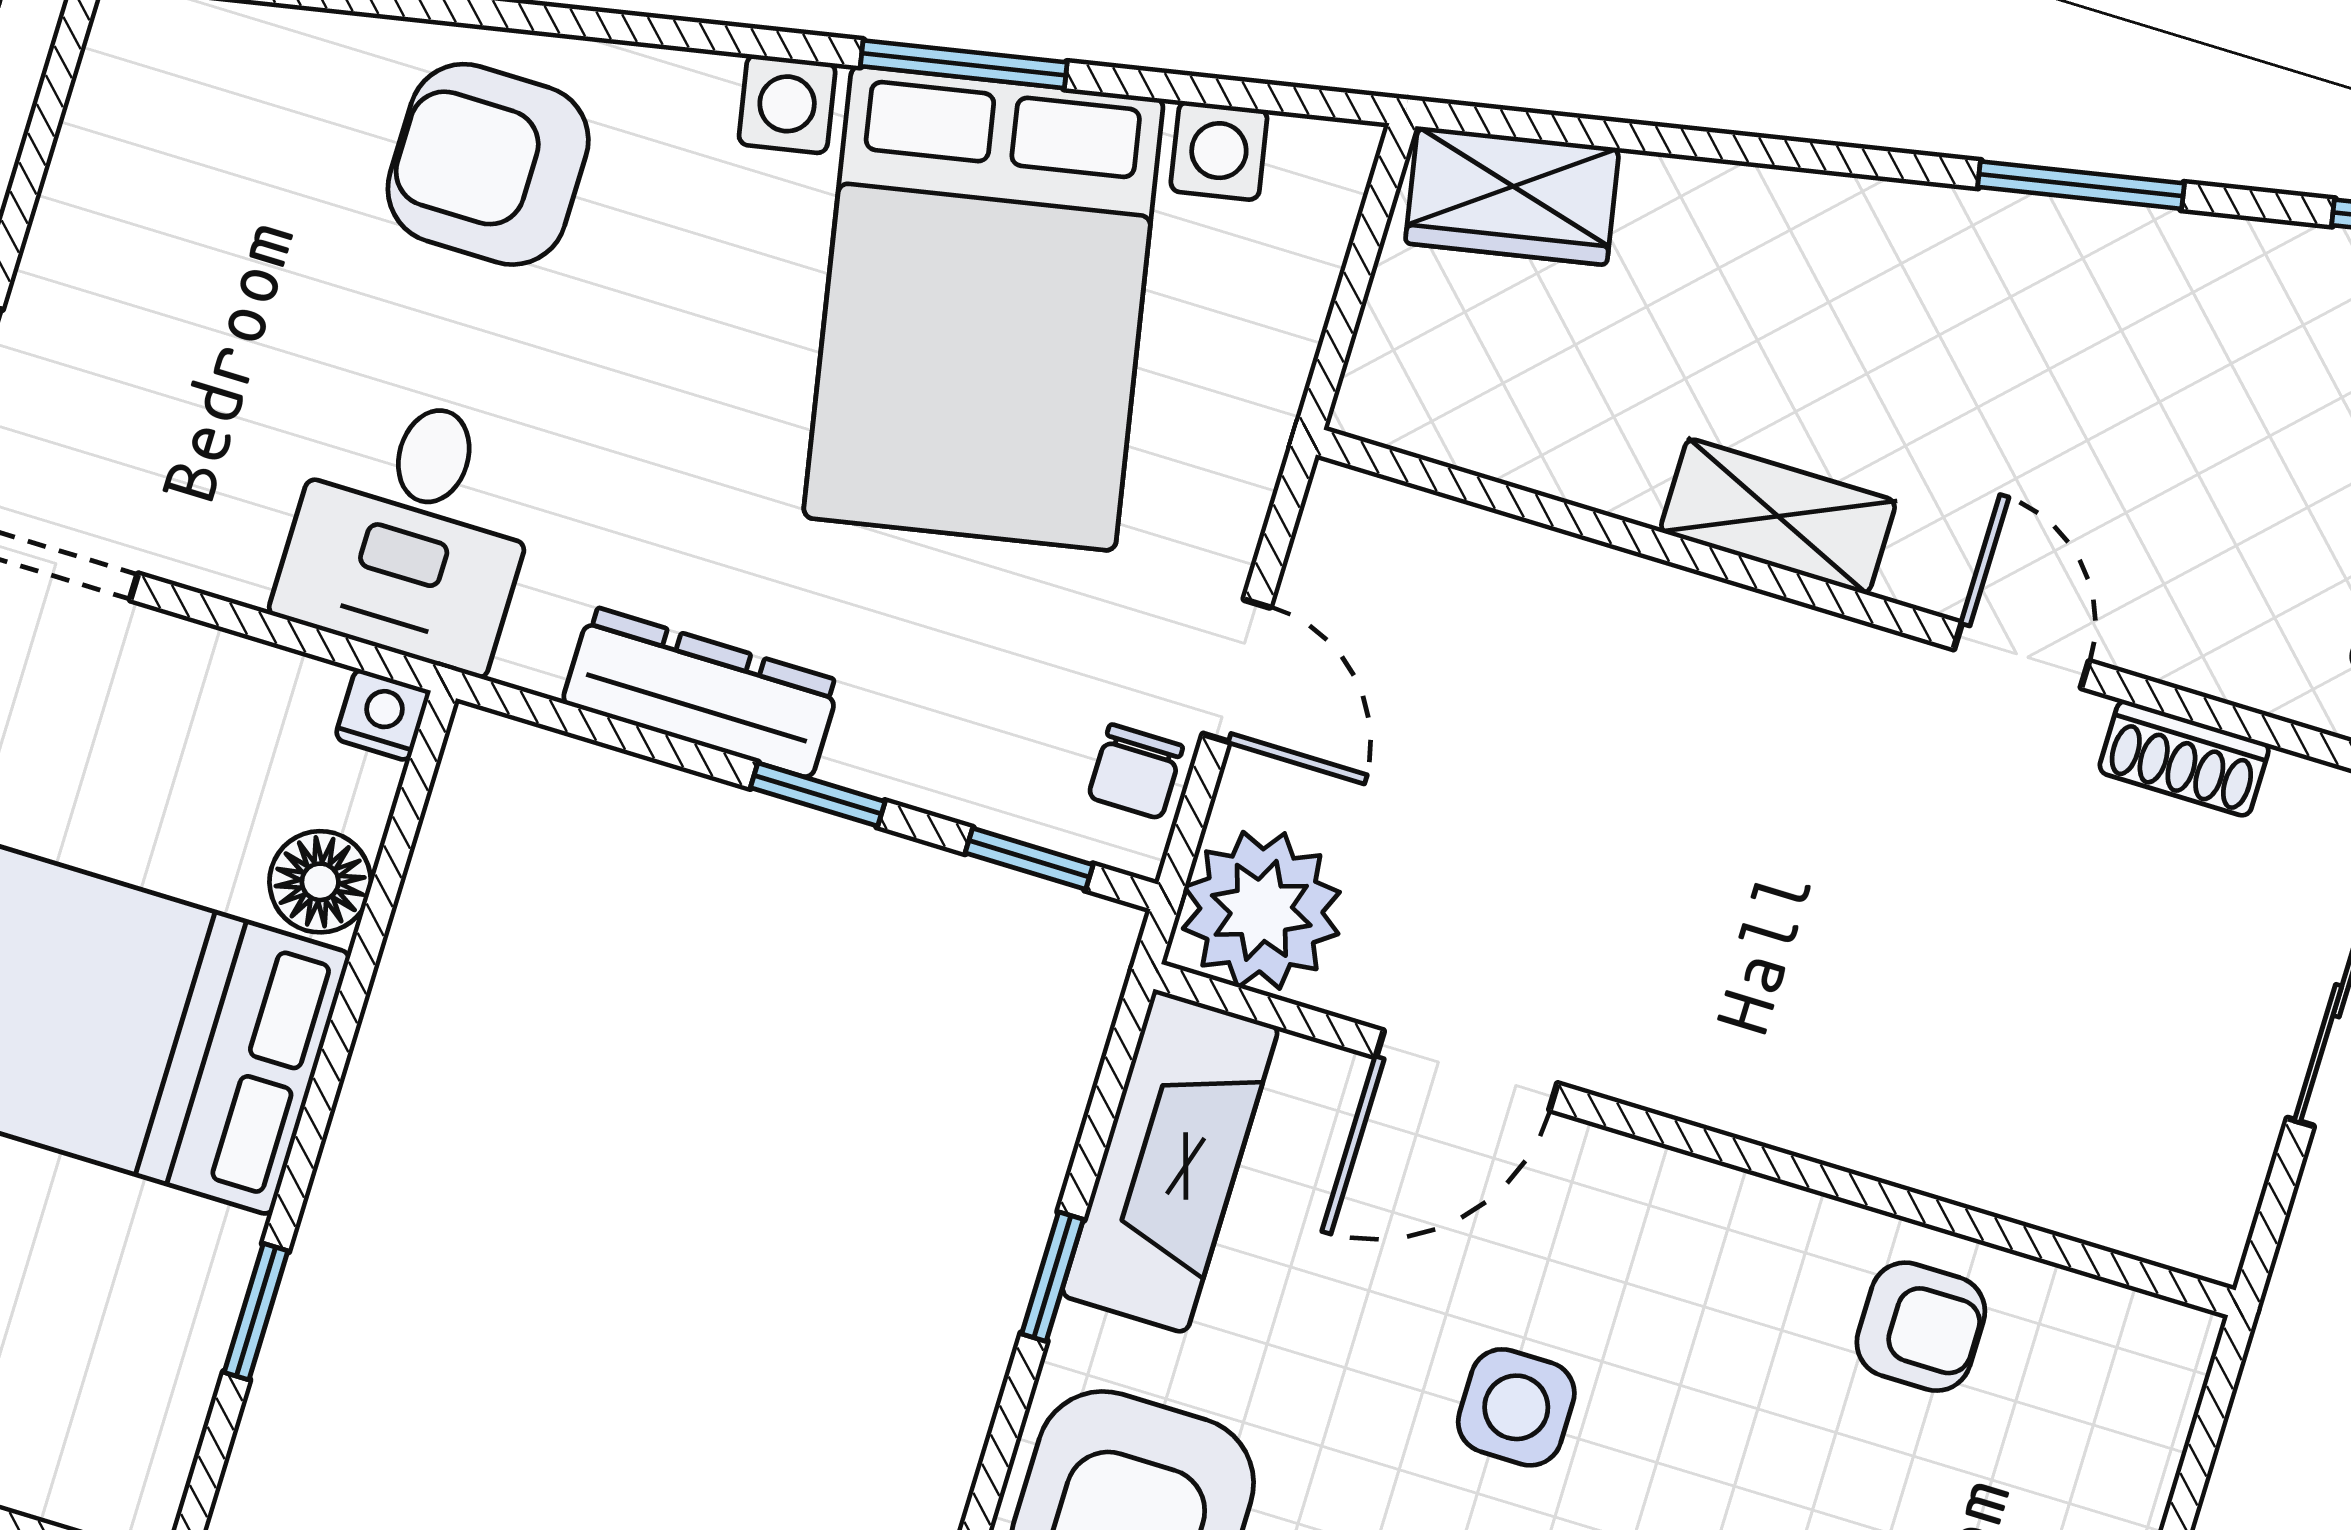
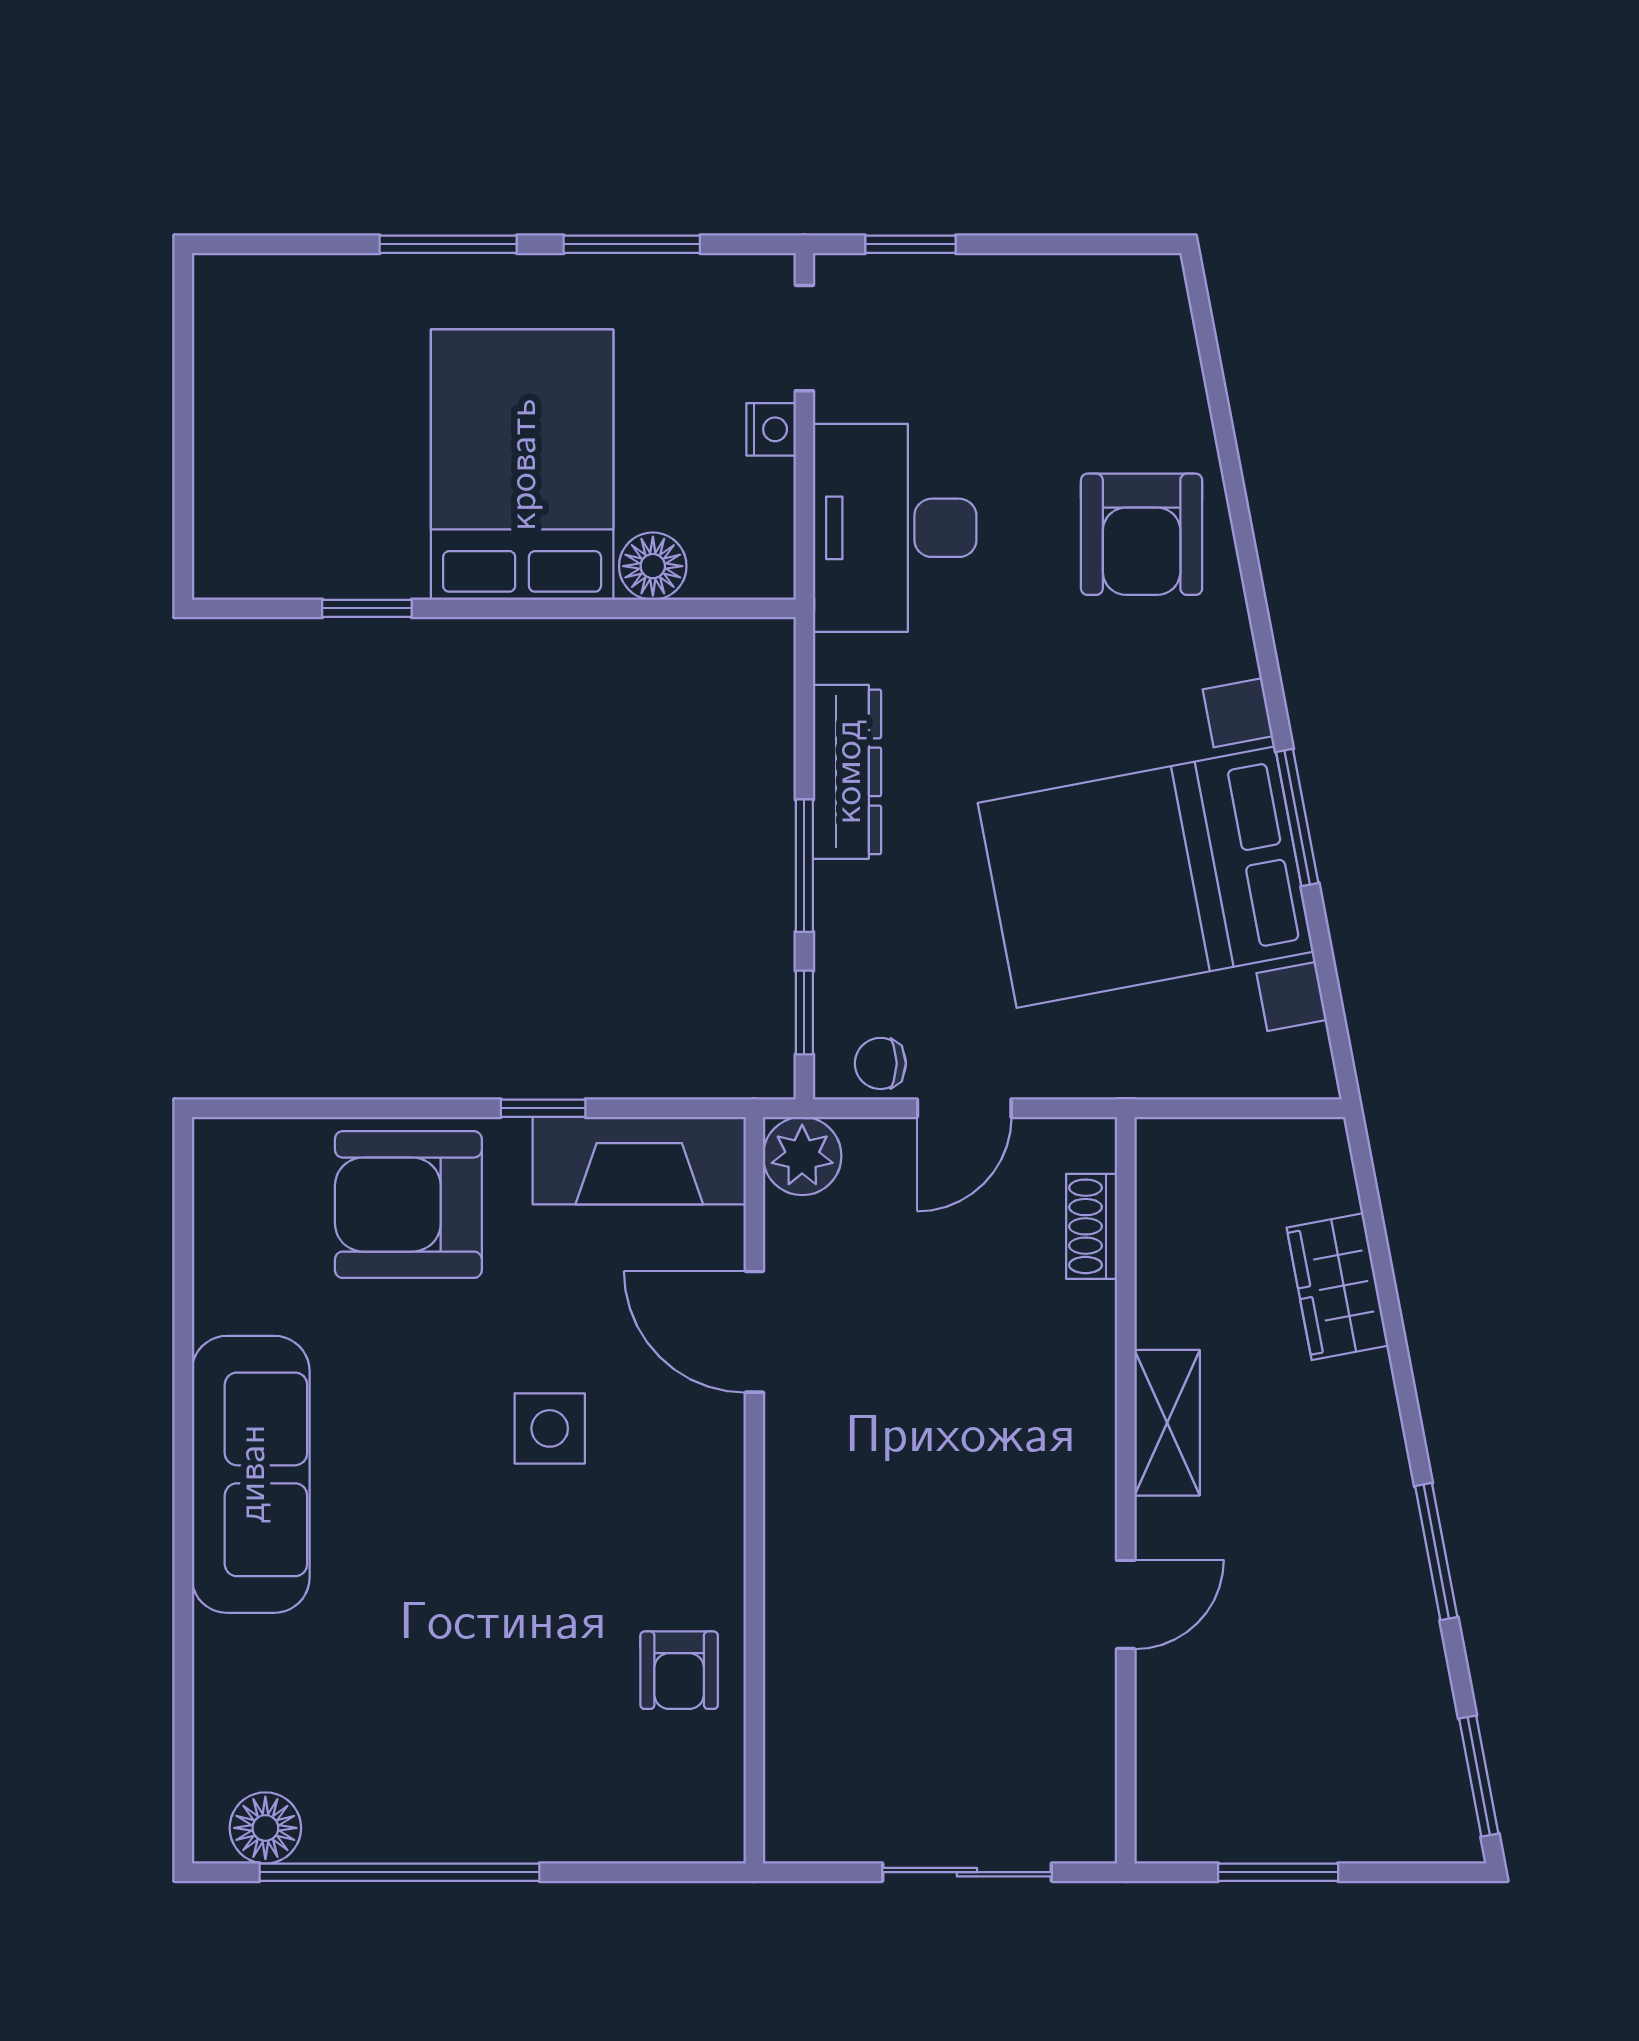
armchair: (488, 164) -> (1142, 534), turned 180
wardrobe: (1512, 196) -> (1338, 1287), moved
desk: (412, 529) -> (895, 528), width x1.37
nightstand: (383, 715) -> (771, 429), moved
shoe rack: (2184, 758) -> (1092, 1226), moved
window: (818, 795) -> (804, 866), width x1.50
plant: (1261, 910) -> (802, 1156), width x0.73, depth x0.73

